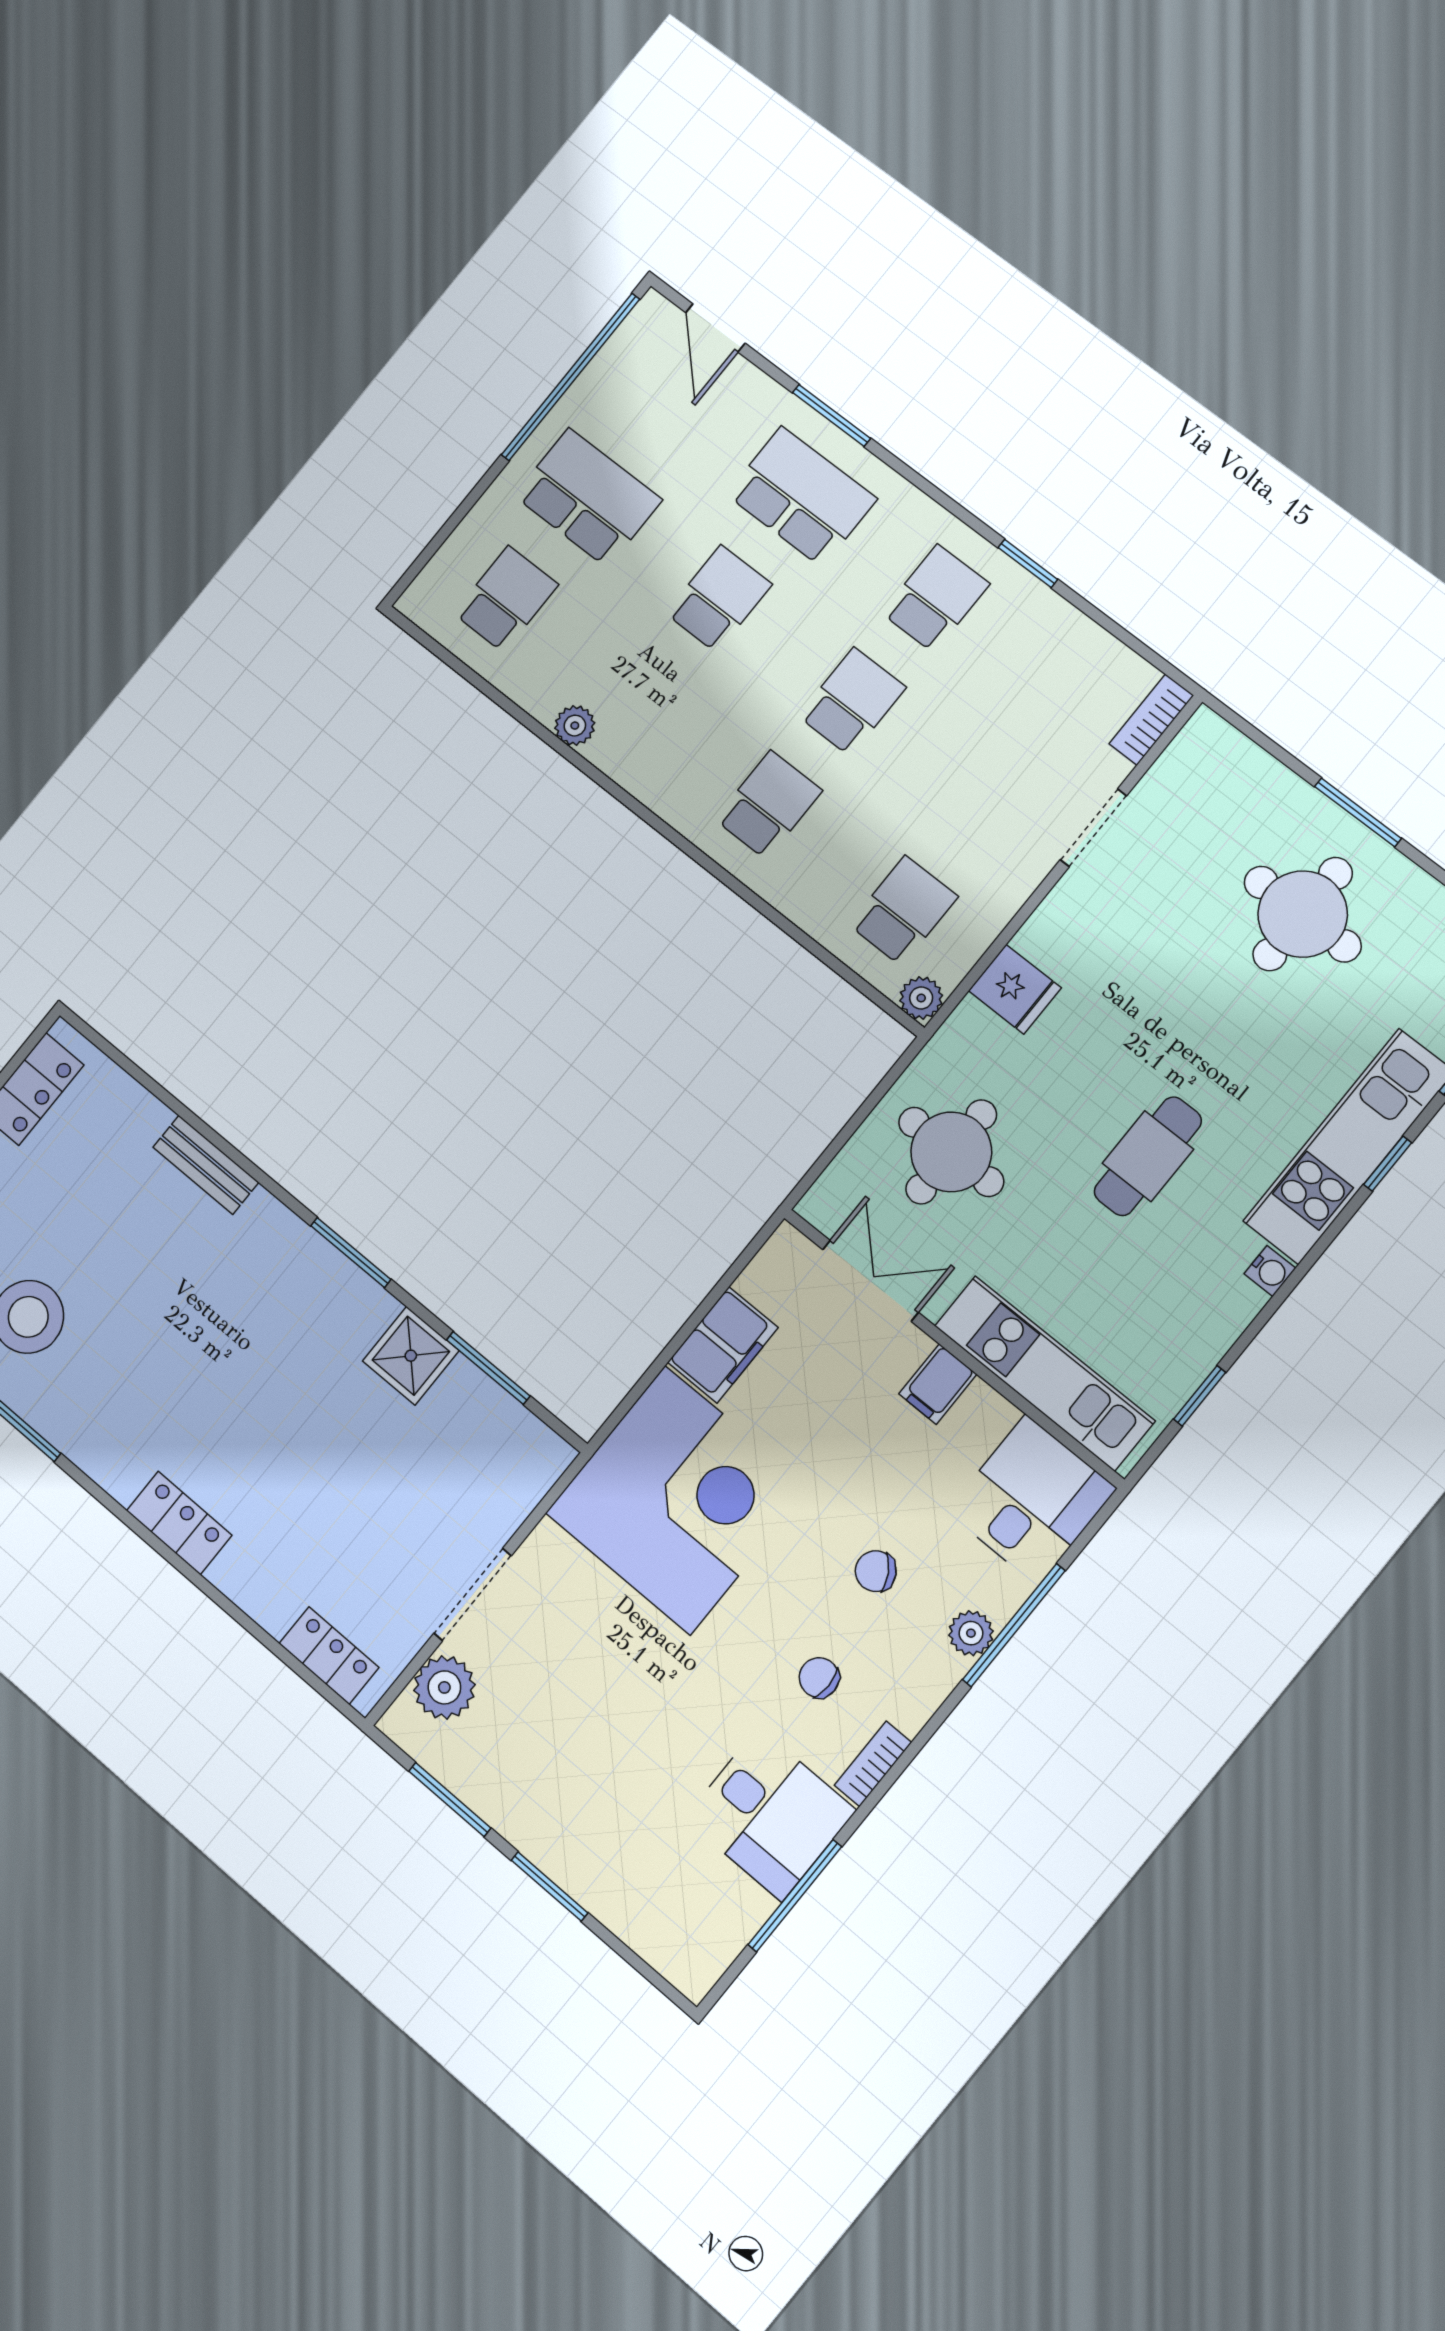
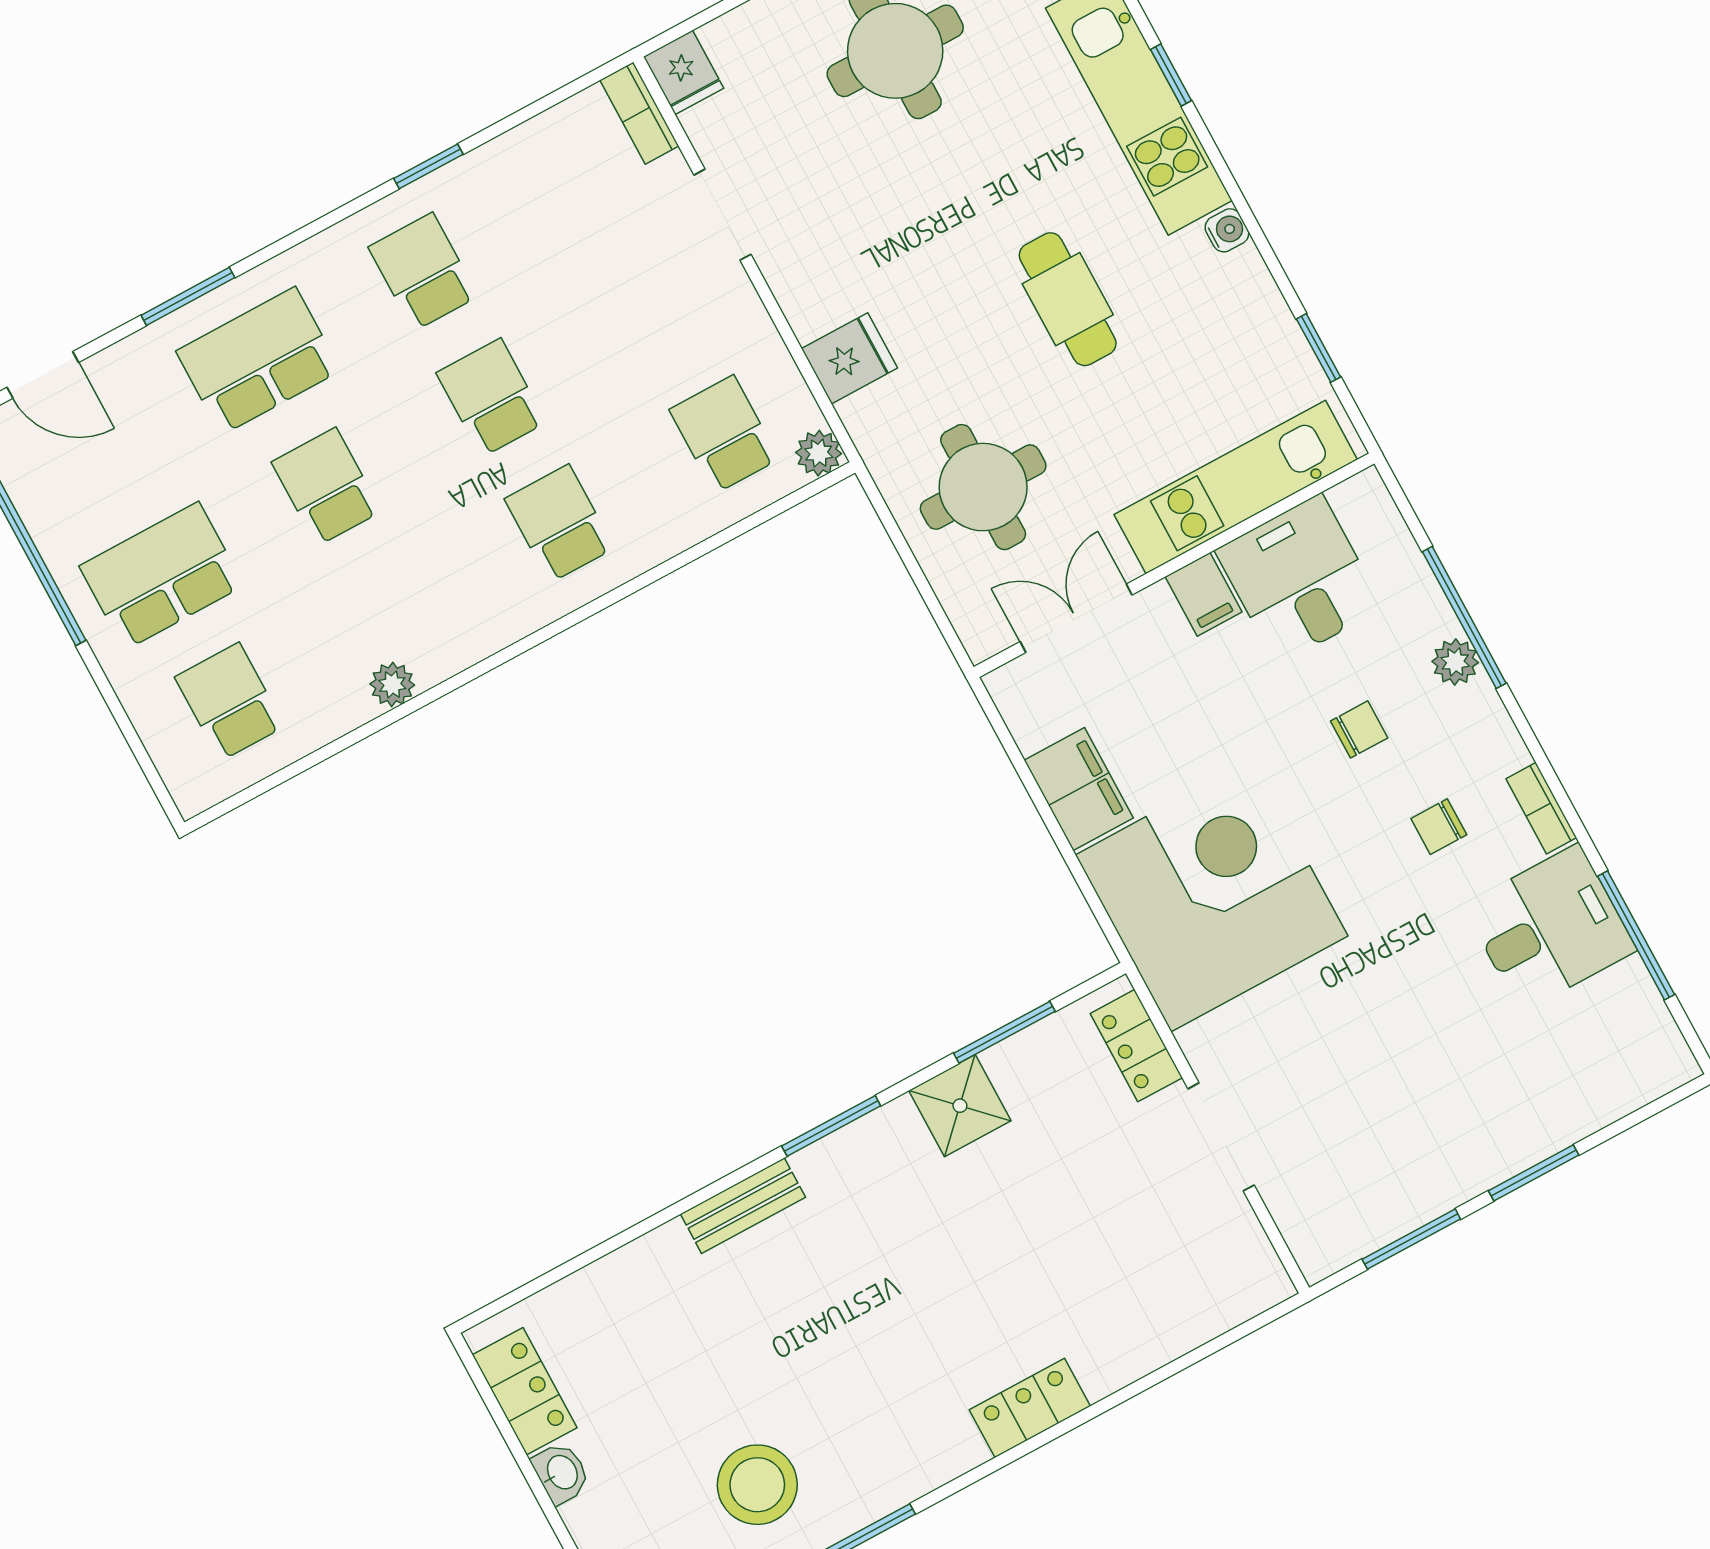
fridge: (1203, 742) -> (684, 72), added
bench: (206, 1165) -> (743, 1206), moved
desk: (1031, 1500) -> (1299, 579), moved
chair: (876, 1571) -> (1359, 729), turned -149
locker: (329, 1656) -> (1136, 1046), moved, turned -90
plant: (444, 1687) -> (1300, 1201), removed

